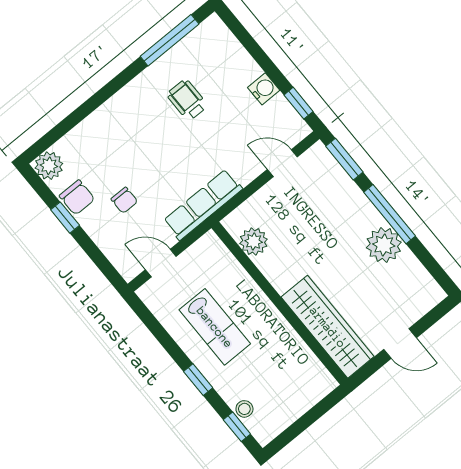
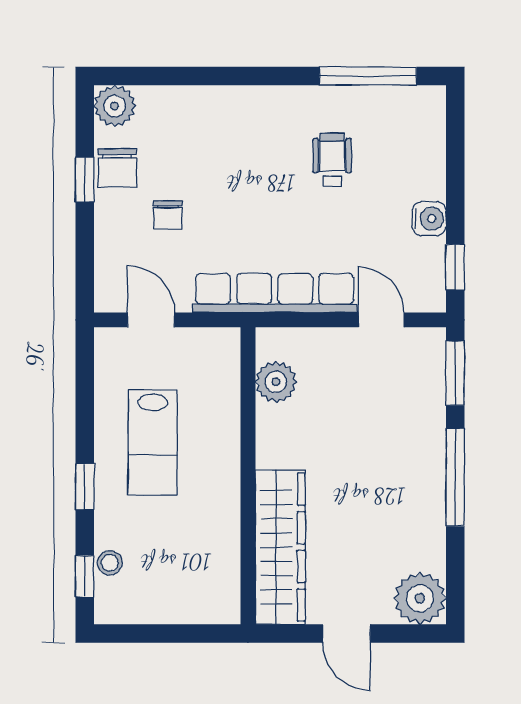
row of seats: (203, 205) -> (275, 293), width x1.36
plant: (384, 245) -> (420, 598), moved

